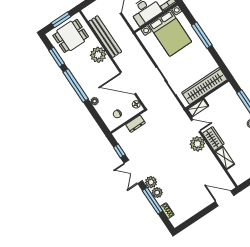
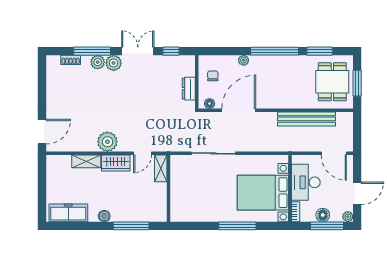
plant: (98, 55) -> (292, 98), removed
wardrobe: (204, 86) -> (180, 192), removed
plant: (197, 144) -> (107, 142), moved

